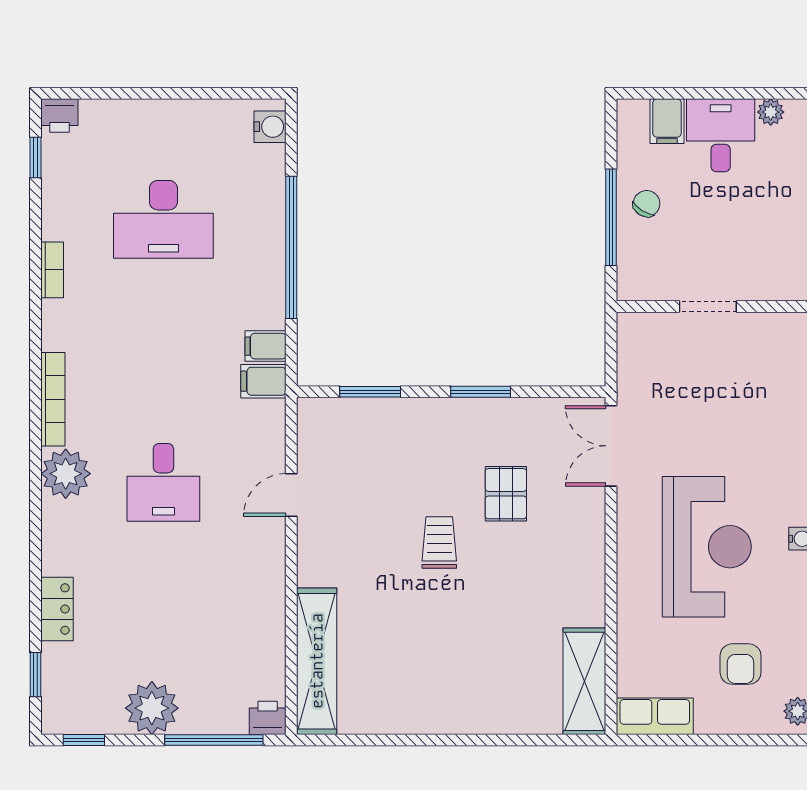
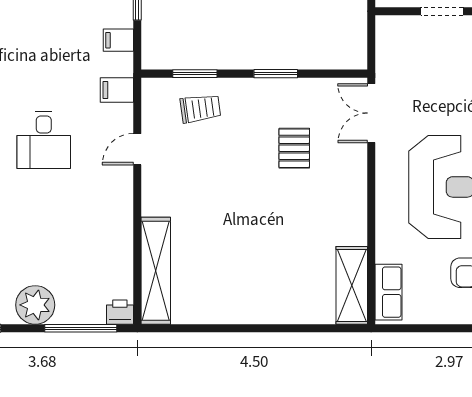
filing cabinet: (263, 381) -> (117, 90), moved
trolley: (439, 542) -> (200, 109), moved, turned 82
row of seats: (655, 716) -> (388, 292), moved, turned 90

